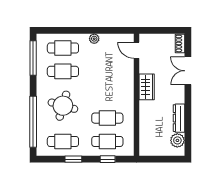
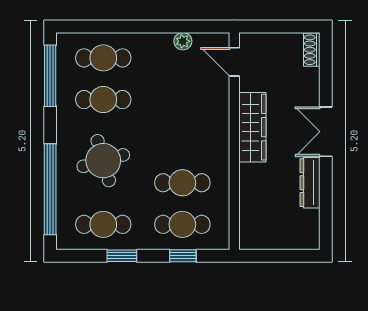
plant: (94, 39) -> (183, 41), moved
double door: (188, 71) -> (326, 132), moved
wardrobe: (147, 87) -> (252, 127), width x1.50
round table: (63, 106) -> (103, 161), turned -32
plant: (177, 140) -> (307, 223), removed

